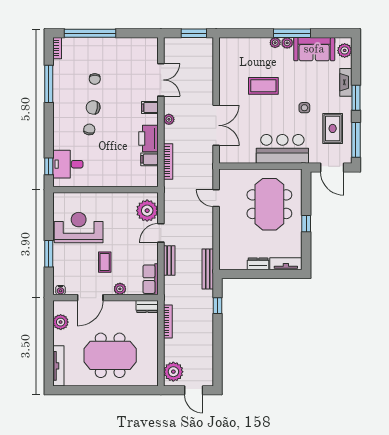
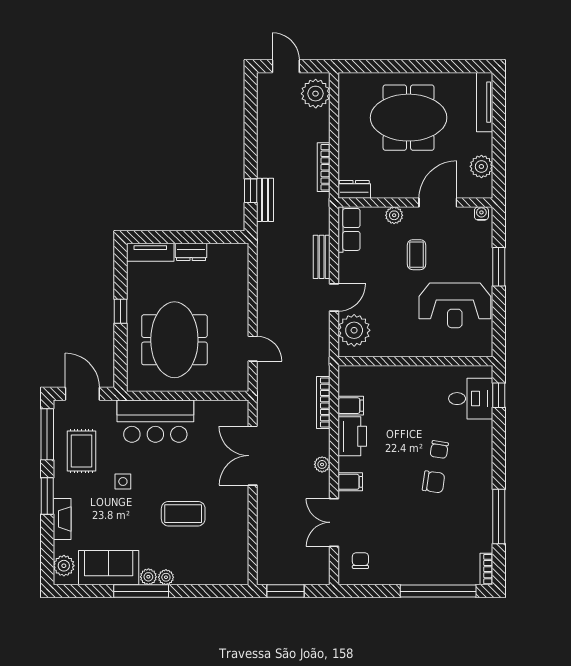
chair: (95, 79) -> (360, 561), moved
bench: (208, 269) -> (265, 200), moved, width x0.73

